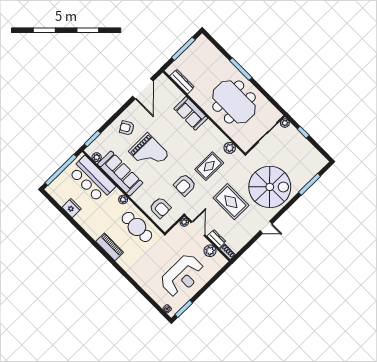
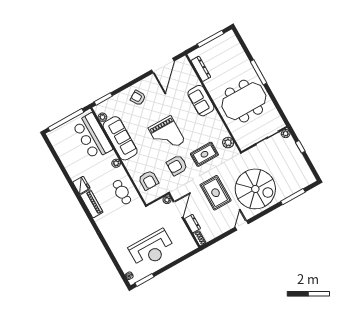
meeting table: (234, 102) -> (244, 101), turned 90
grand piano: (149, 153) -> (167, 135), moved
fridge: (72, 208) -> (81, 185), moved
cafe table: (137, 227) -> (122, 192), width x0.73, depth x0.74
door: (266, 227) -> (242, 225), swing flipped
plant: (210, 251) -> (184, 233), removed

